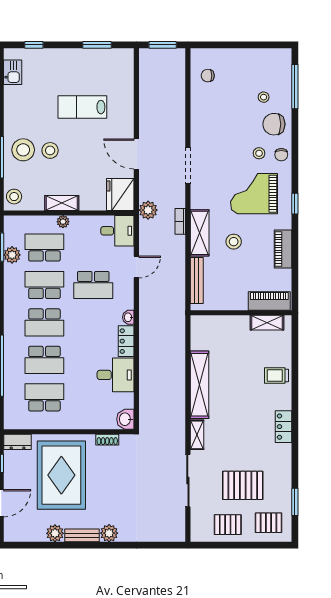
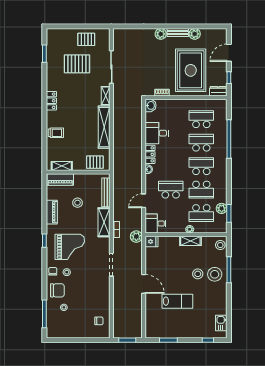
door: (136, 154) -> (144, 284), moved
fridge: (120, 194) -> (152, 242), width x0.53, depth x0.75
stool: (234, 242) -> (78, 203), moved
school desk: (44, 397) -> (201, 119), turned 180
pallet: (269, 523) -> (95, 162), moved

